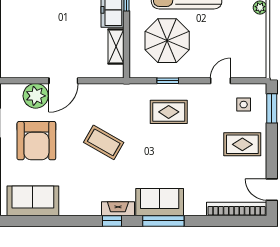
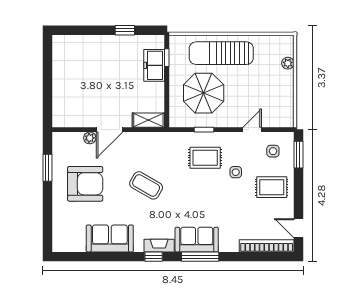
shelving: (116, 47) -> (148, 120), moved, turned 90
plant: (36, 96) -> (90, 138), width x0.53, depth x0.53
side table: (203, 128) -> (236, 172), added
armchair: (36, 141) -> (85, 184), turned -90
sofa: (33, 201) -> (110, 238), moved

